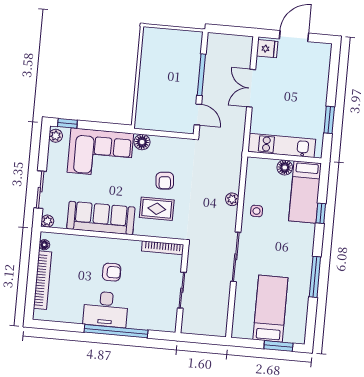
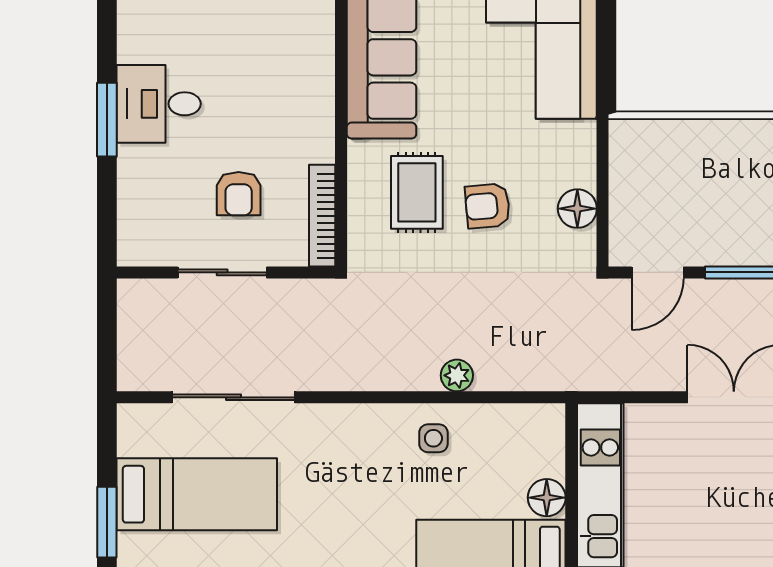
floor lamp: (142, 142) -> (577, 209), moved
sliding door: (236, 257) -> (234, 397), moved
armchair: (112, 272) -> (239, 194), moved
desk: (106, 309) -> (159, 104), width x0.73
window: (116, 331) -> (107, 120), width x0.47

